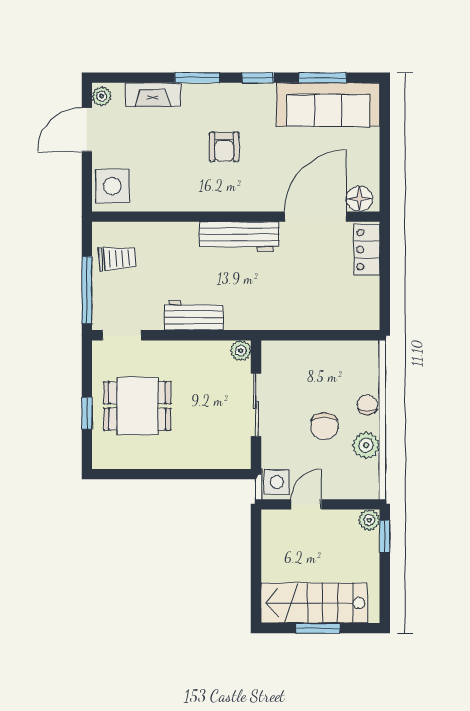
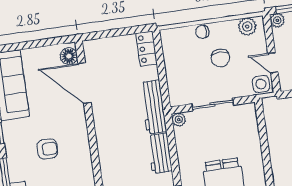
workbench: (239, 237) -> (153, 107), moved, turned 180
locker: (367, 250) -> (147, 49), moved, turned 90
chair: (324, 426) -> (220, 58), turned 90
plant: (366, 445) -> (247, 27), moved

